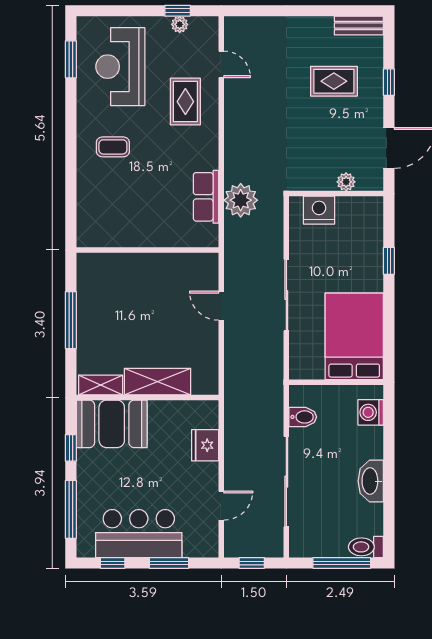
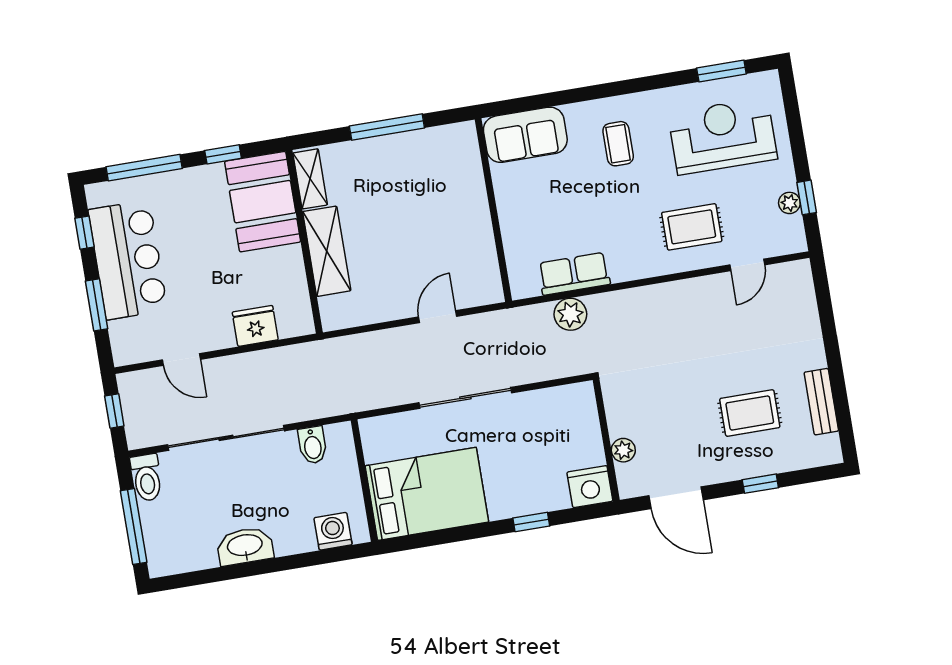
bench: (359, 26) -> (821, 402), moved
rug: (334, 81) -> (750, 413), turned 90
plant: (241, 200) -> (570, 314), width x0.73, depth x0.73
nightstand: (319, 210) -> (590, 487), moved, turned 90
sofa: (94, 216) -> (525, 135), added
toilet: (366, 547) -> (147, 478), moved, turned 180

